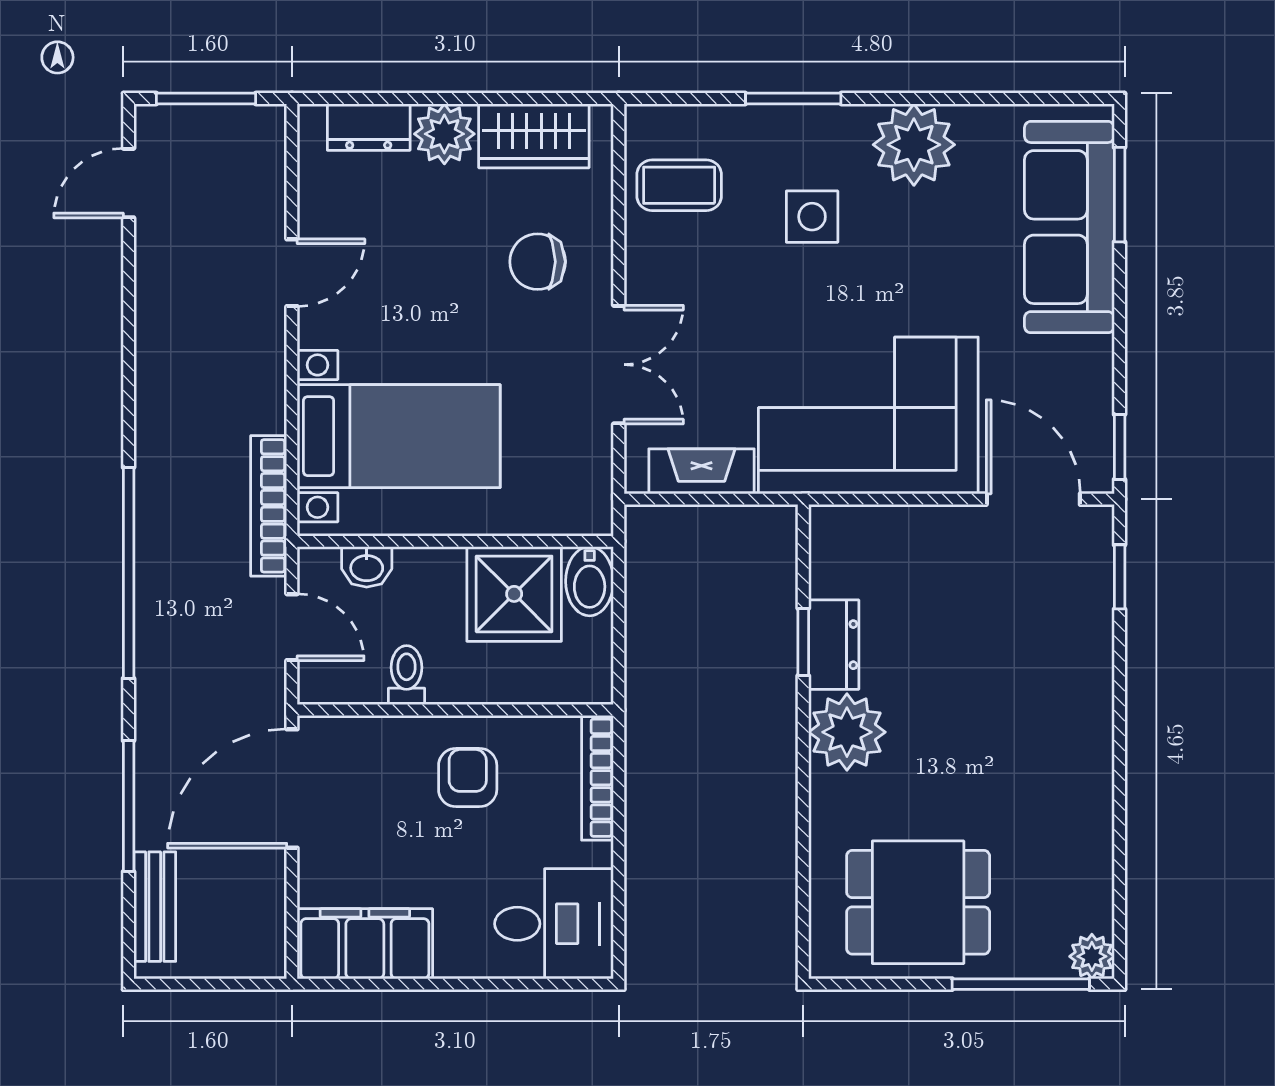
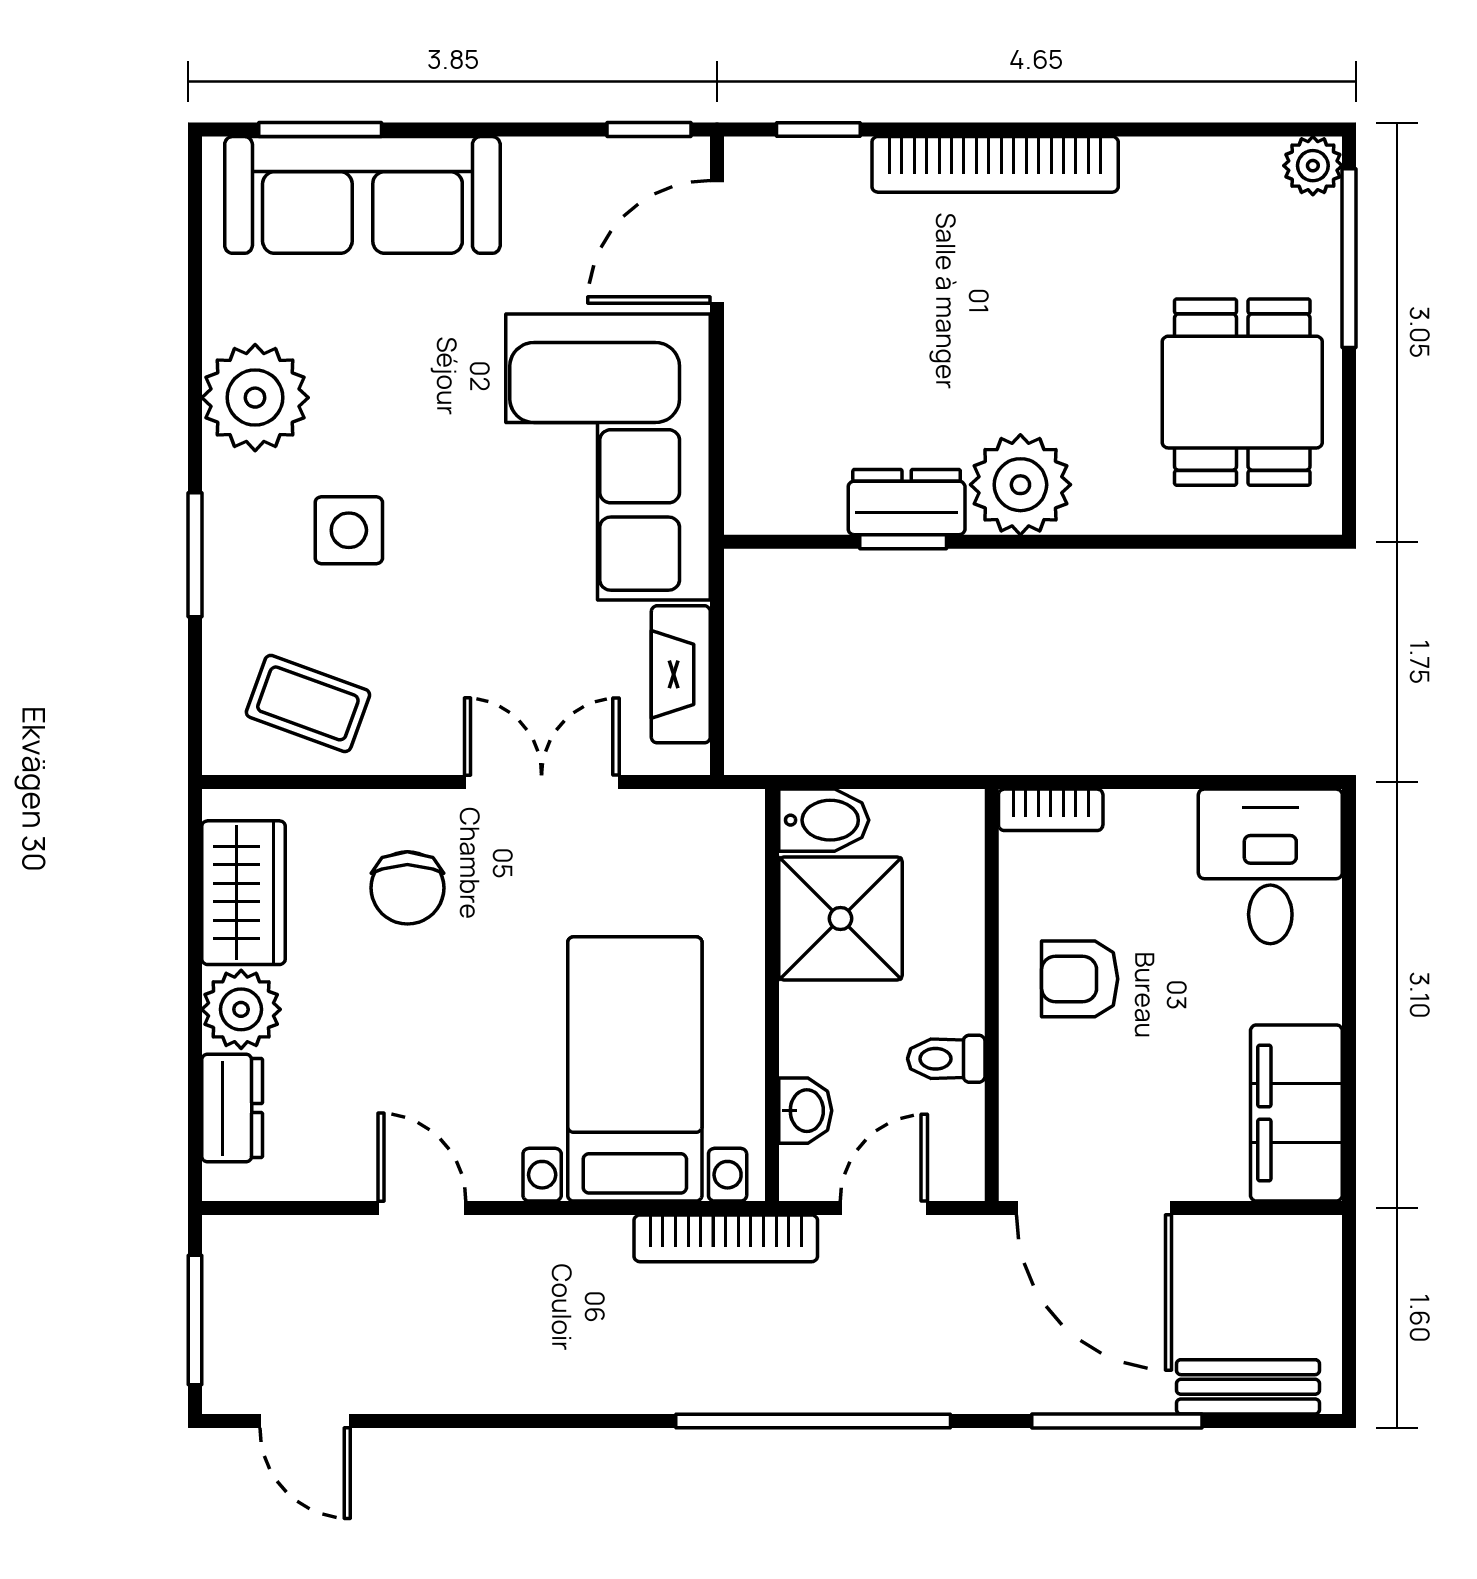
coffee table: (679, 185) -> (308, 703), turned -70
bookcase: (1093, 713) -> (995, 164), added
bookcase: (598, 778) -> (1051, 810), width x0.64

